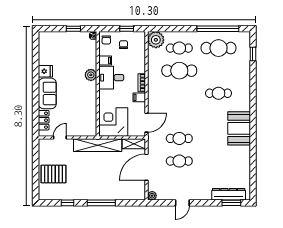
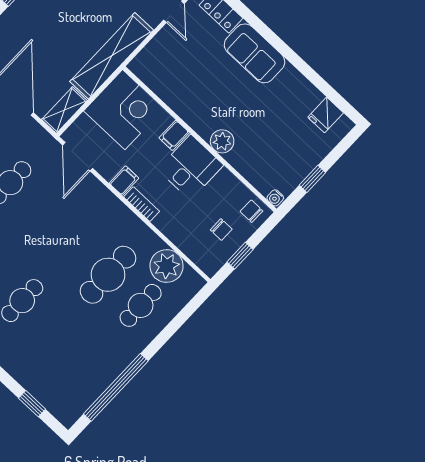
plant: (156, 40) -> (167, 266), moved
cafe table: (219, 48) -> (87, 362), removed
filing cabinet: (105, 60) -> (174, 135), moved
fridge: (45, 71) -> (326, 115), moved

